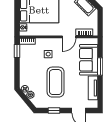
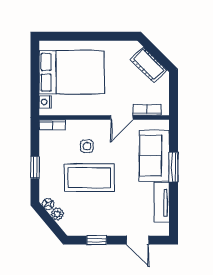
window: (17, 51) -> (35, 167), moved
coffee table: (56, 82) -> (89, 178), moved, turned 90

